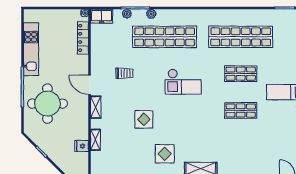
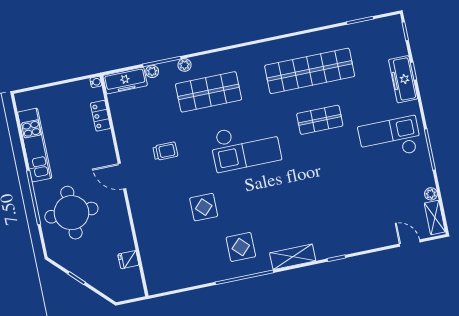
freezer: (102, 16) -> (125, 81), width x1.40
shop shelf: (165, 37) -> (209, 92), width x0.71
locker: (83, 38) -> (100, 116), width x0.66
checkout: (183, 82) -> (245, 146), width x1.36, depth x1.21
shelving: (96, 107) -> (136, 204), removed
shop shelf: (241, 110) -> (330, 169), removed
shelving: (95, 140) -> (145, 247), removed

